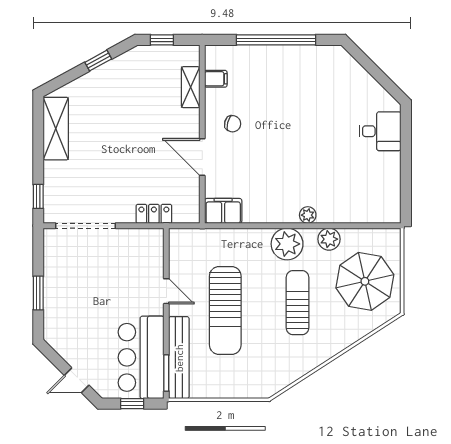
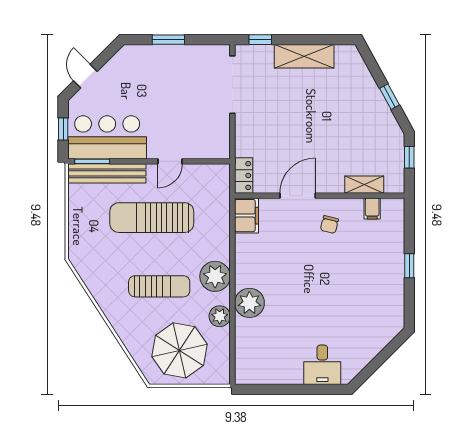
window: (276, 40) -> (409, 266), width x0.32
shelving: (56, 129) -> (304, 56), moved
locker: (154, 214) -> (244, 176), moved
plant: (308, 215) -> (249, 303), width x1.87, depth x1.87

